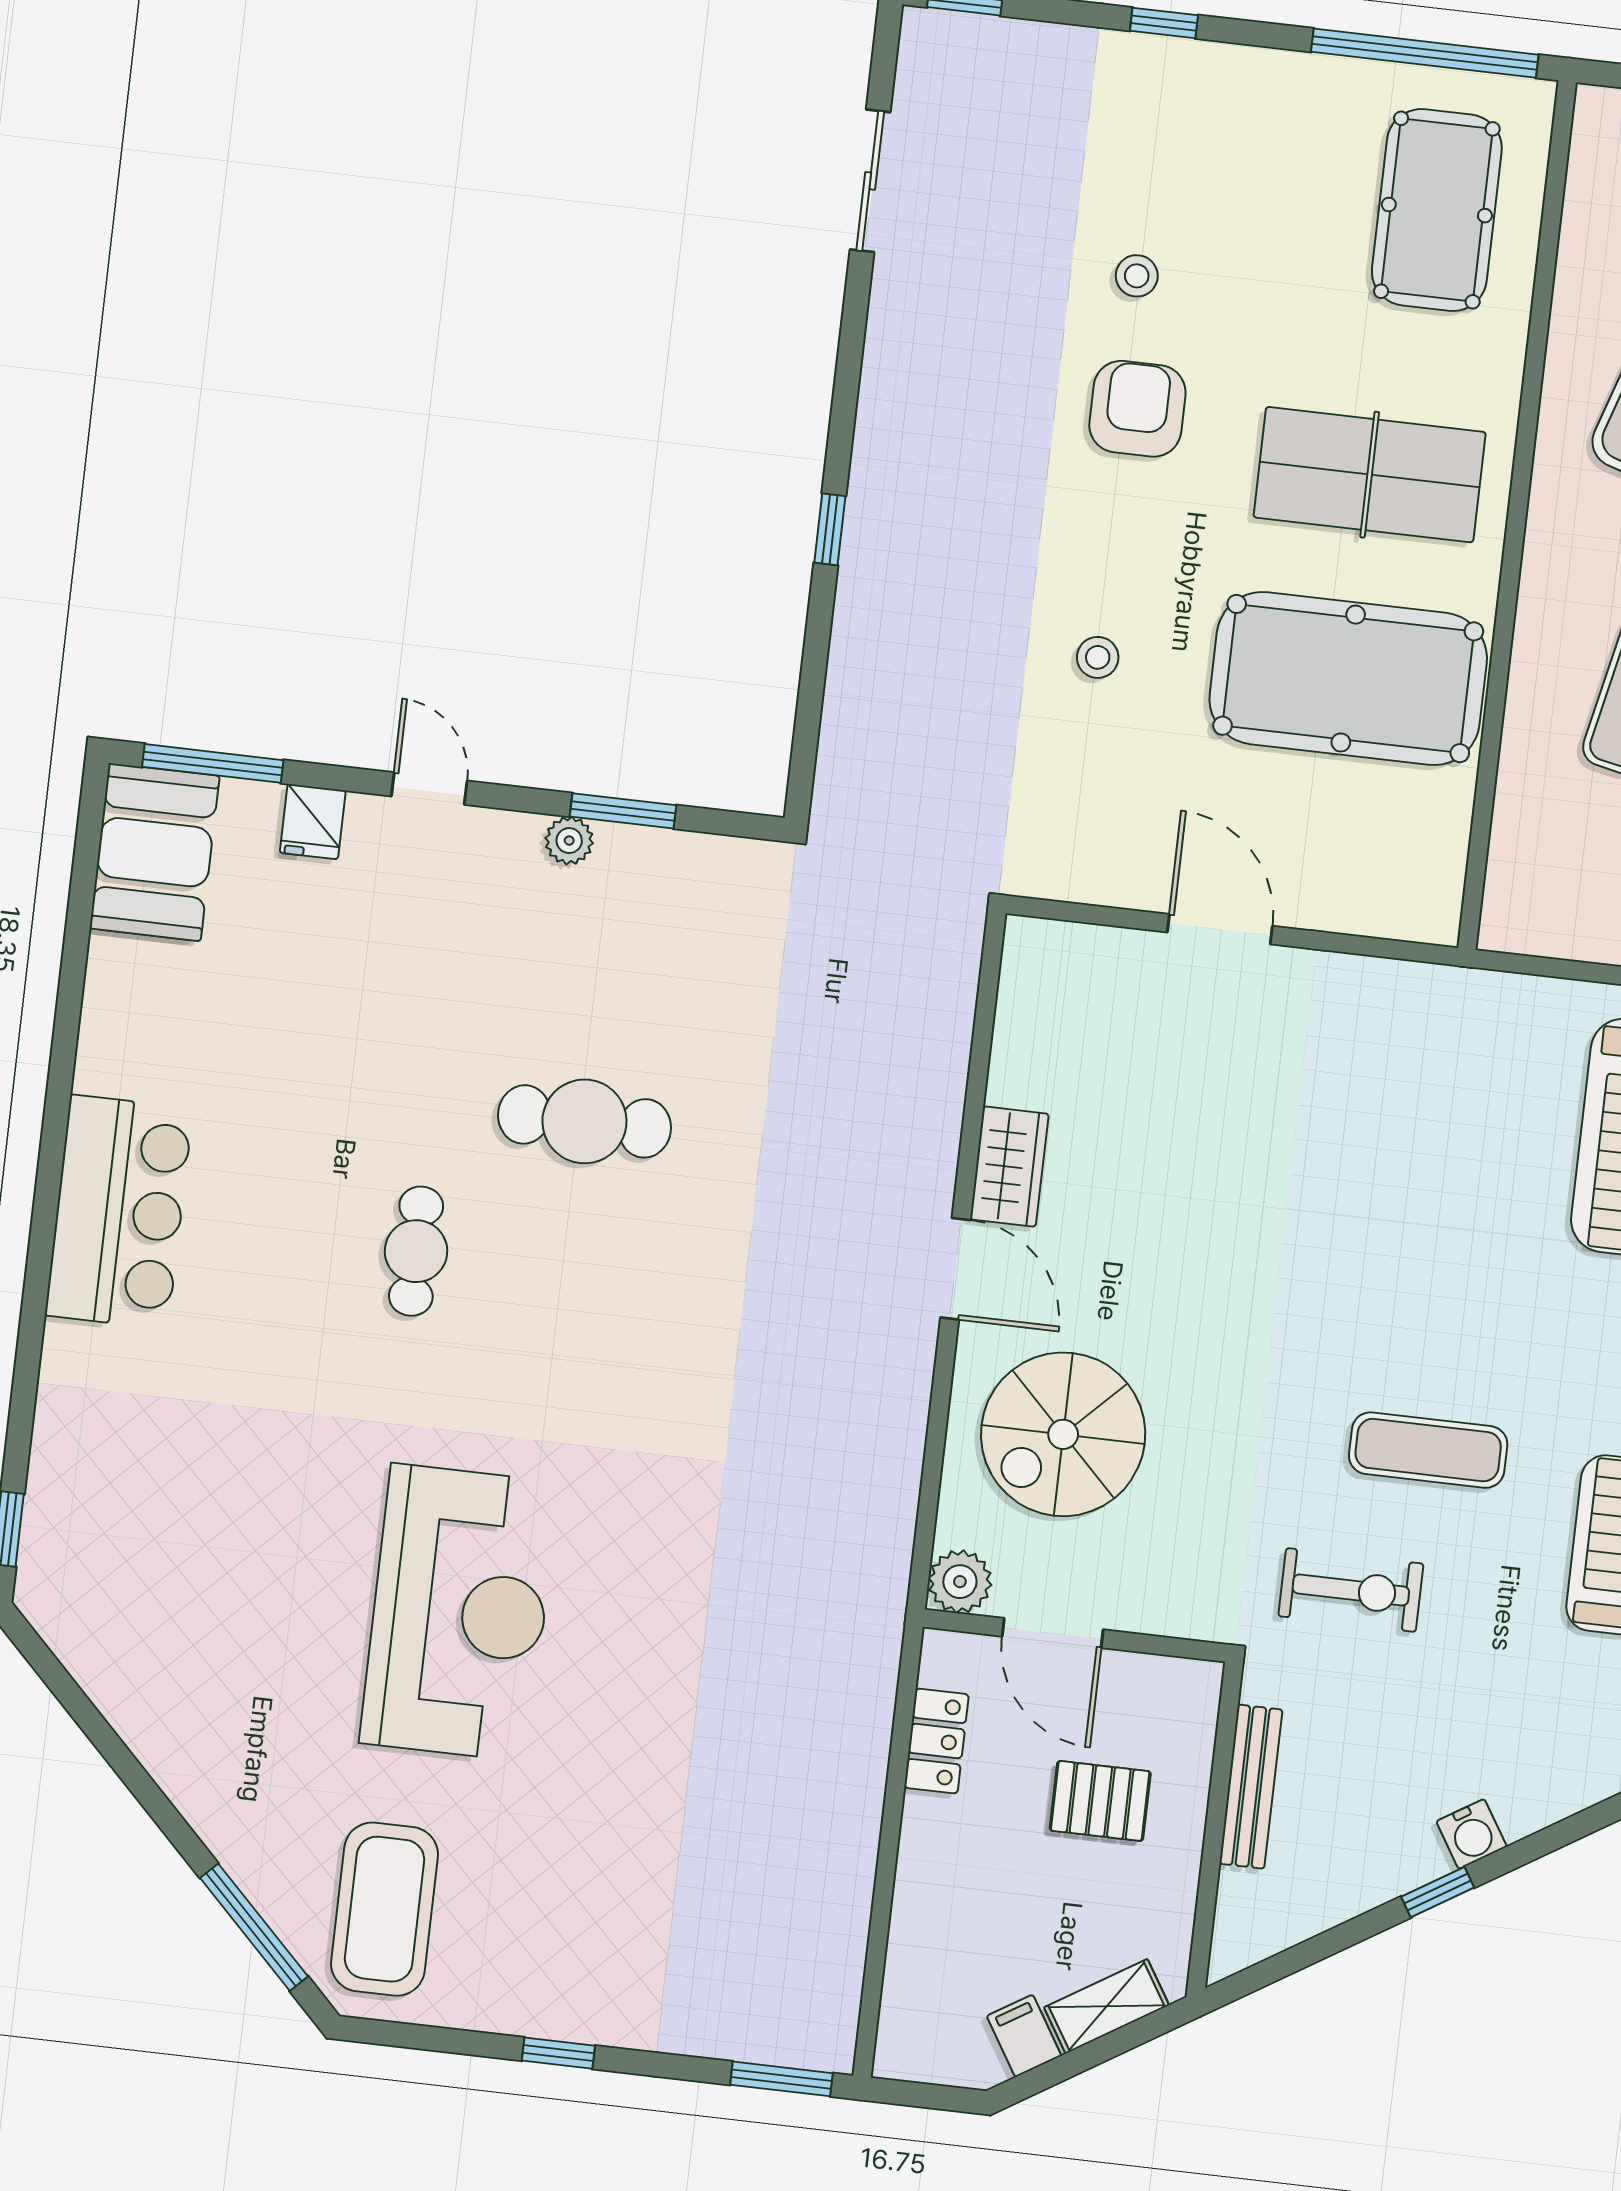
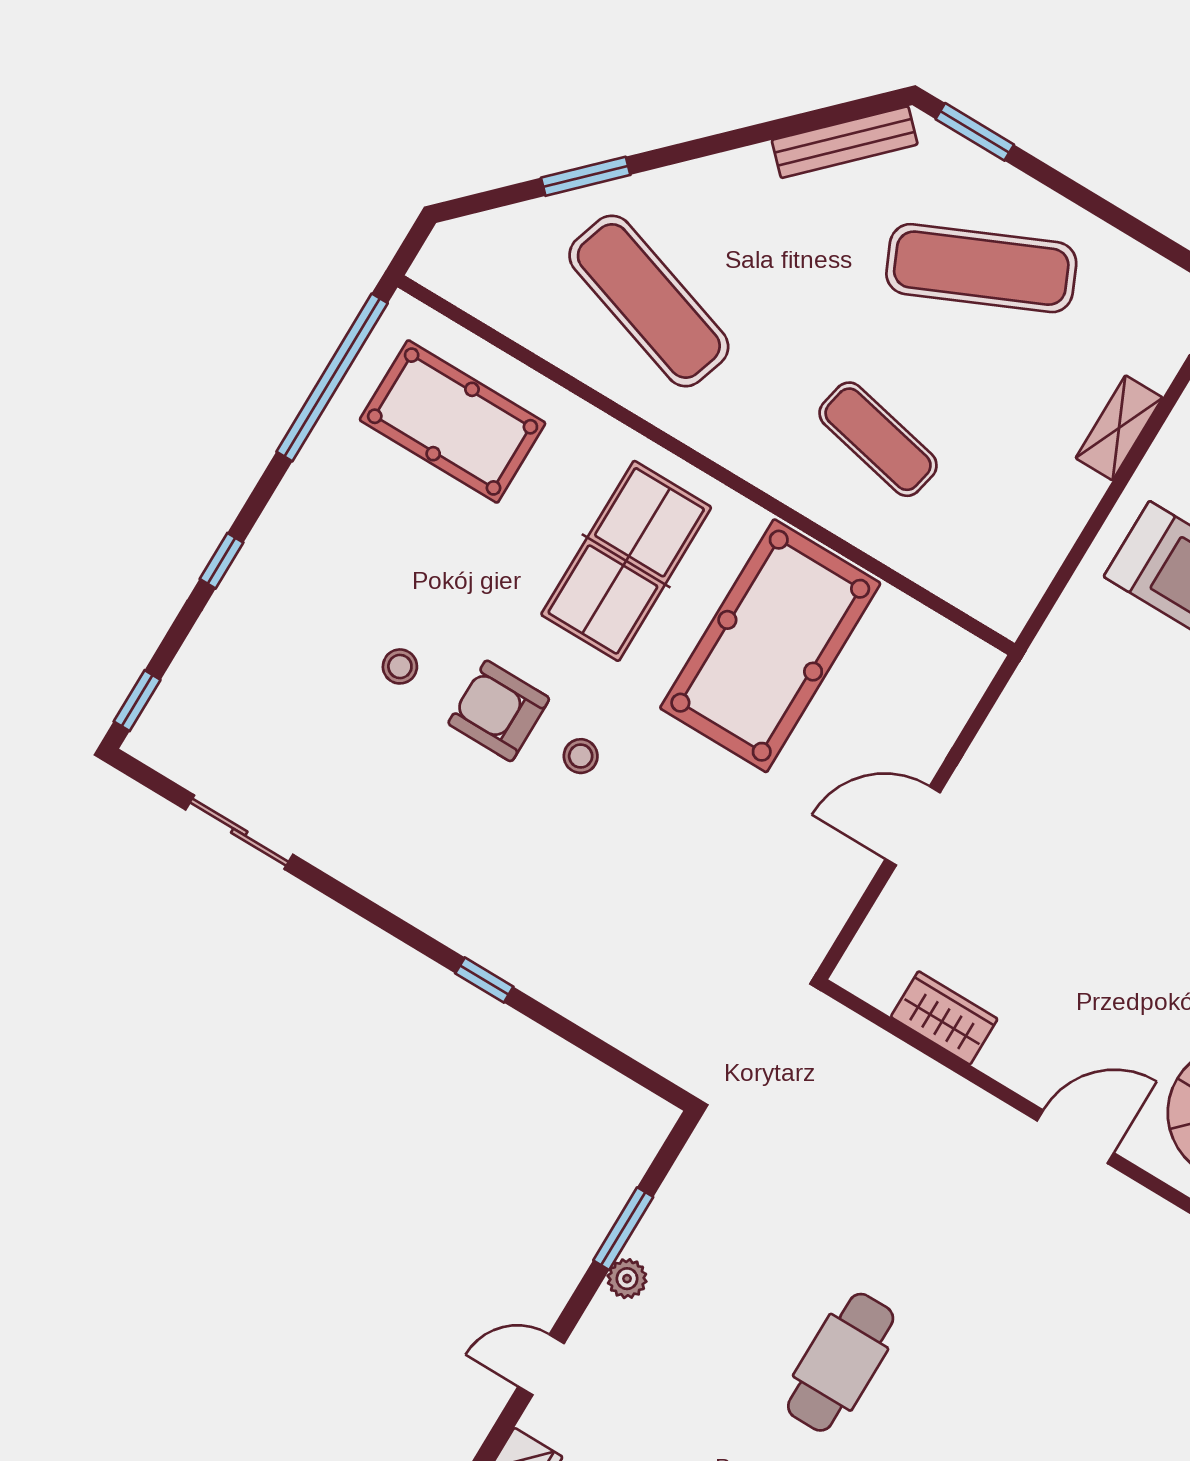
stool: (1098, 657) -> (581, 756), moved
wardrobe: (1009, 1167) -> (944, 1018), moved

